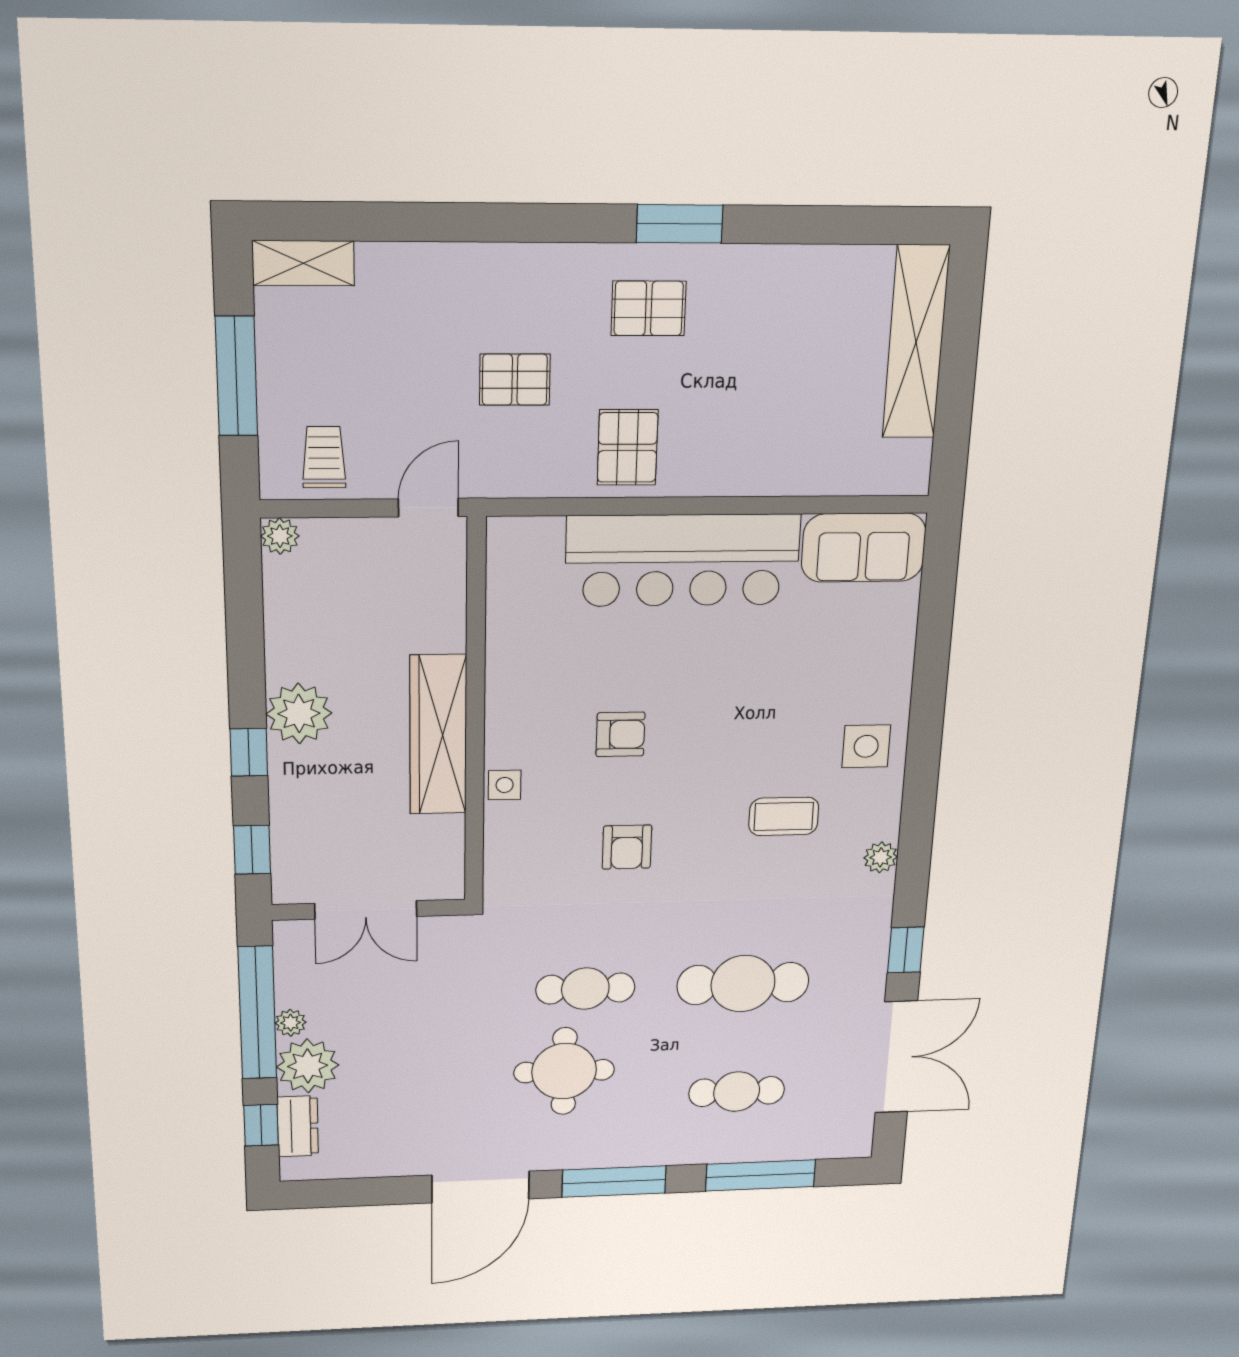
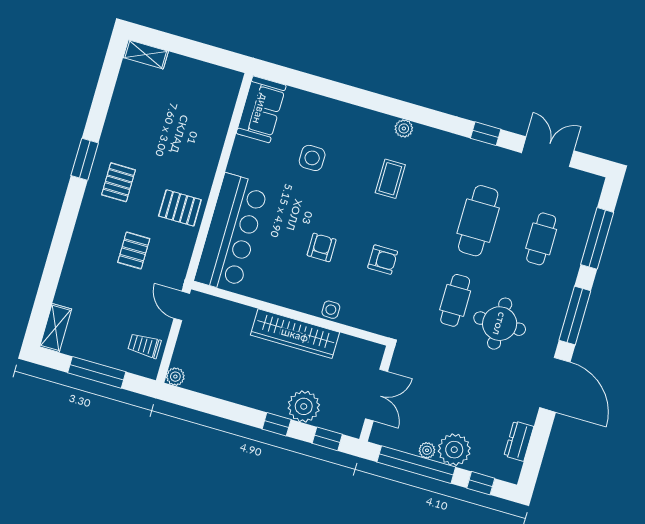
shelving: (916, 342) -> (146, 54), width x0.45, depth x0.75
bar counter: (683, 560) -> (231, 233), moved
plant: (299, 714) -> (304, 406), moved
side table: (866, 746) -> (312, 158), moved
plant: (881, 857) -> (404, 128), moved
double door: (896, 1057) -> (548, 152), width x0.73
dresser: (298, 1126) -> (519, 441), moved, turned -90

